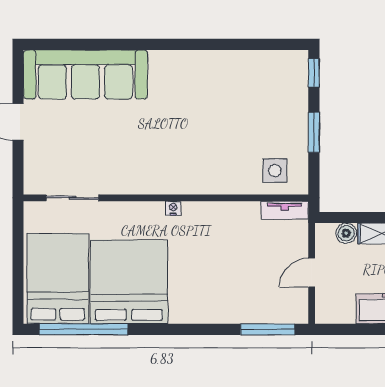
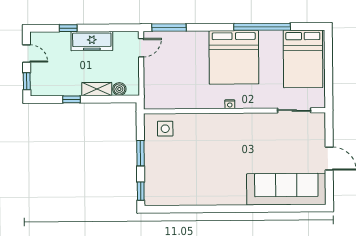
tv unit: (285, 210) -> (159, 103), removed
door: (312, 273) -> (141, 48), moved
bed: (129, 282) -> (234, 57), moved
window: (84, 329) -> (262, 27), moved

